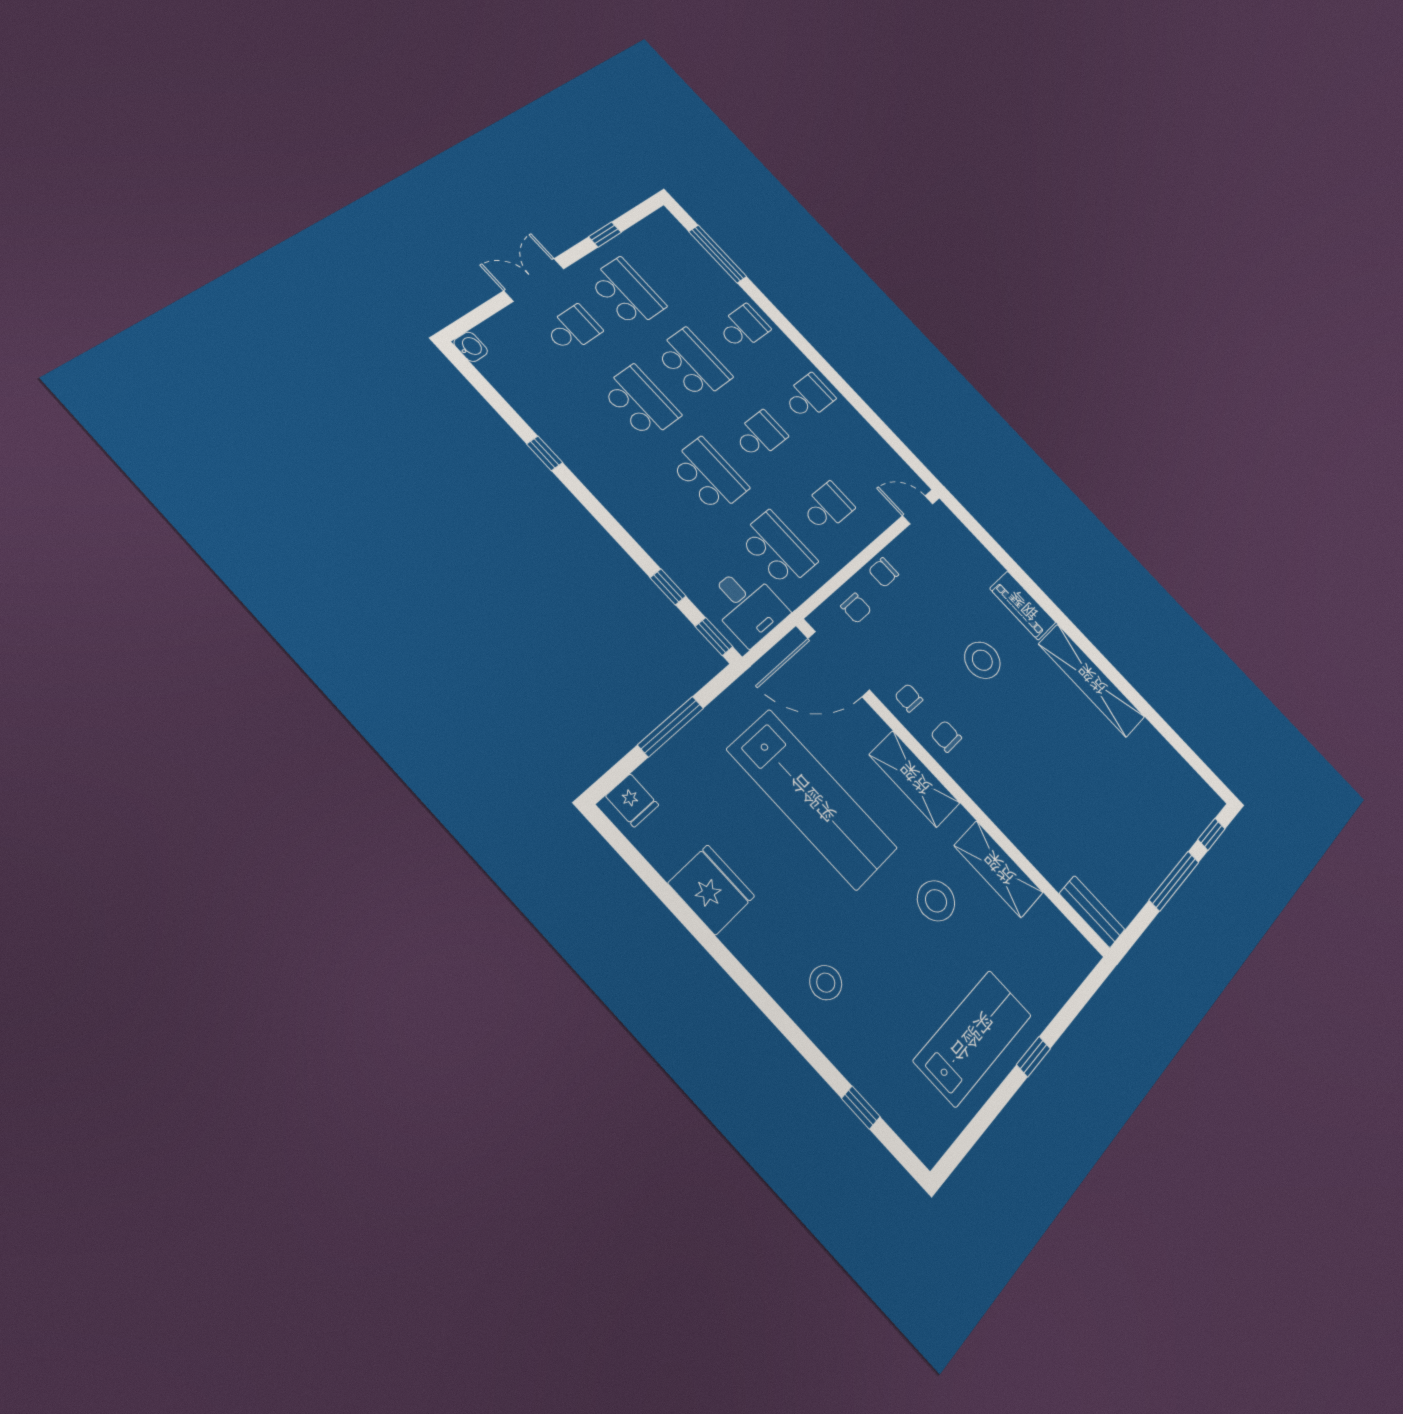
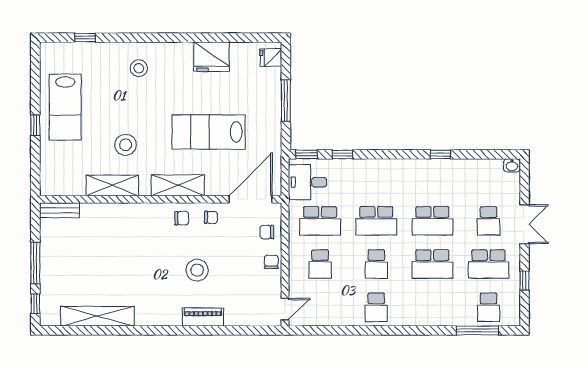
school desk: (743, 328) -> (489, 307), moved
shelving: (1092, 680) -> (97, 316), moved
lab bench: (812, 799) -> (209, 132), width x0.73

